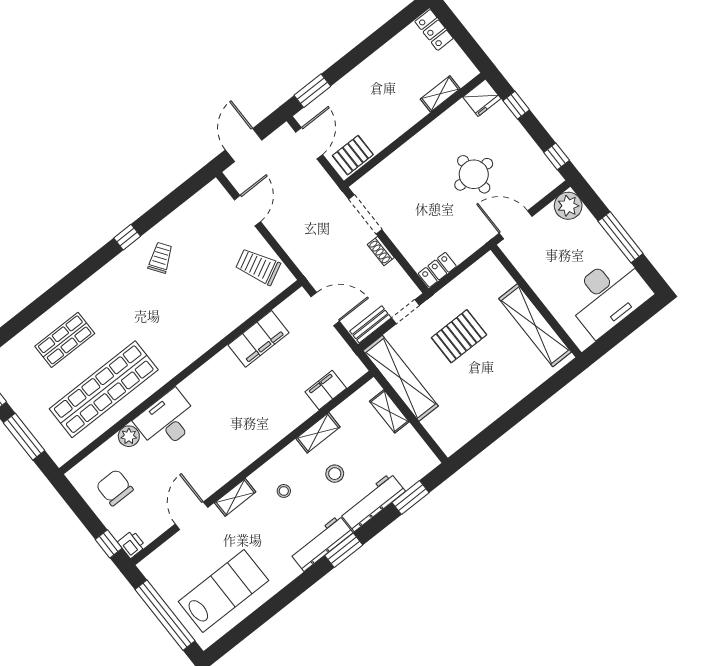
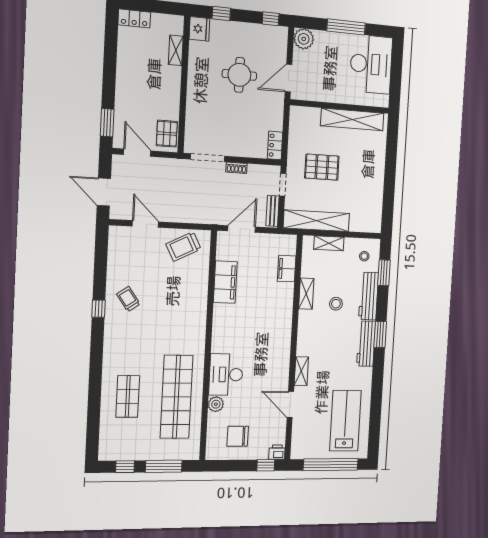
pallet: (459, 336) -> (322, 167), turned 90
stool: (284, 491) -> (364, 256), moved

